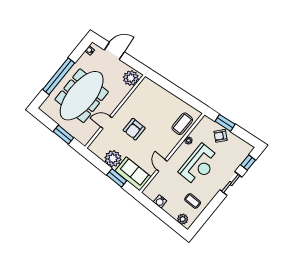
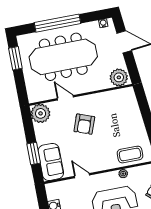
armchair: (134, 129) -> (84, 124), turned -70
window: (63, 135) -> (15, 58), moved
plant: (113, 159) -> (41, 113), moved
door: (162, 165) -> (82, 176), hinge flipped

